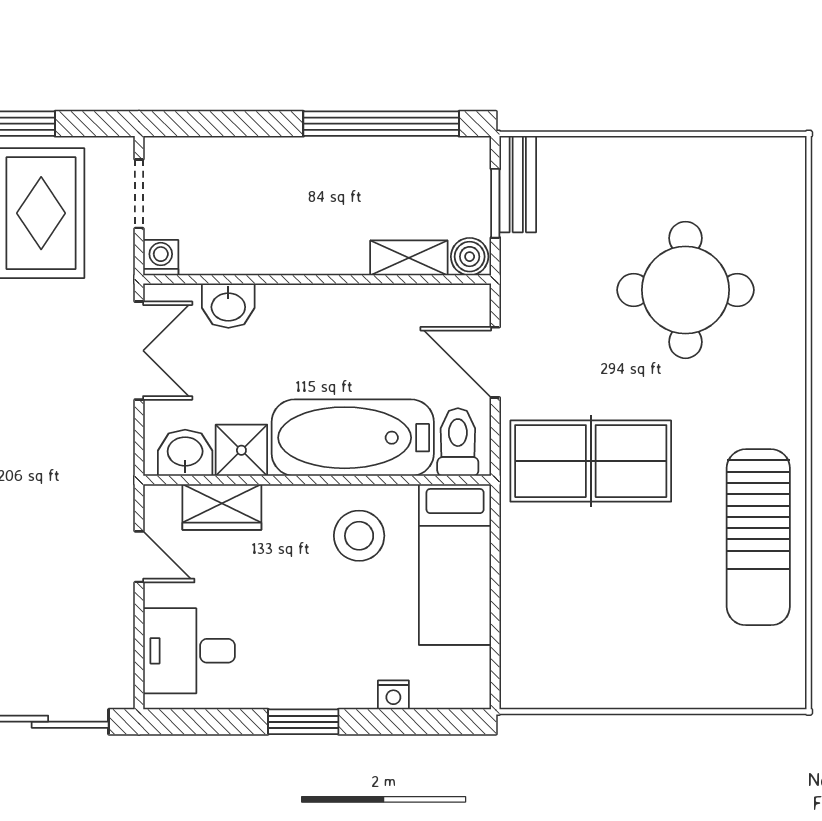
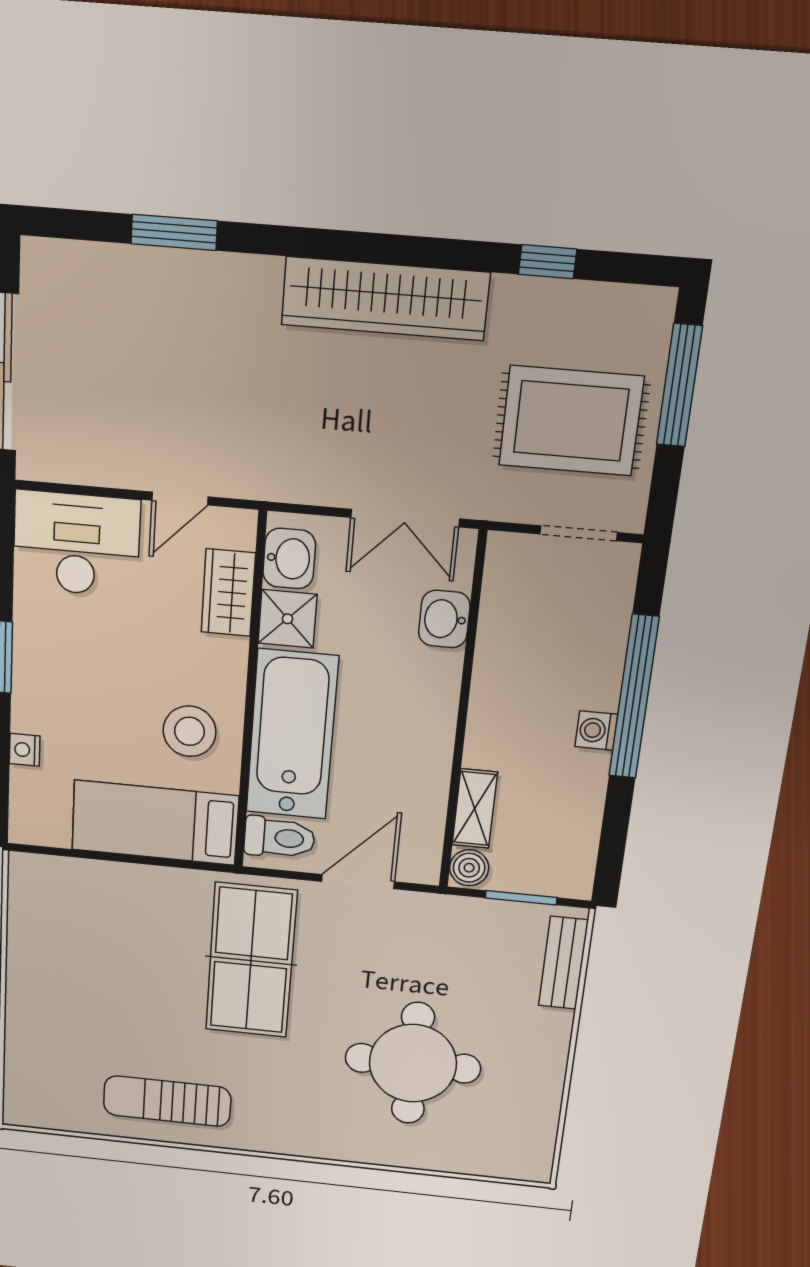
window: (381, 124) -> (634, 697), moved
bench: (518, 184) -> (563, 963), moved, turned 90
washing machine: (161, 258) -> (596, 730), moved, turned 180
sun lounger: (758, 537) -> (167, 1101), width x0.73, depth x0.75
desk: (189, 651) -> (76, 544), width x1.37

